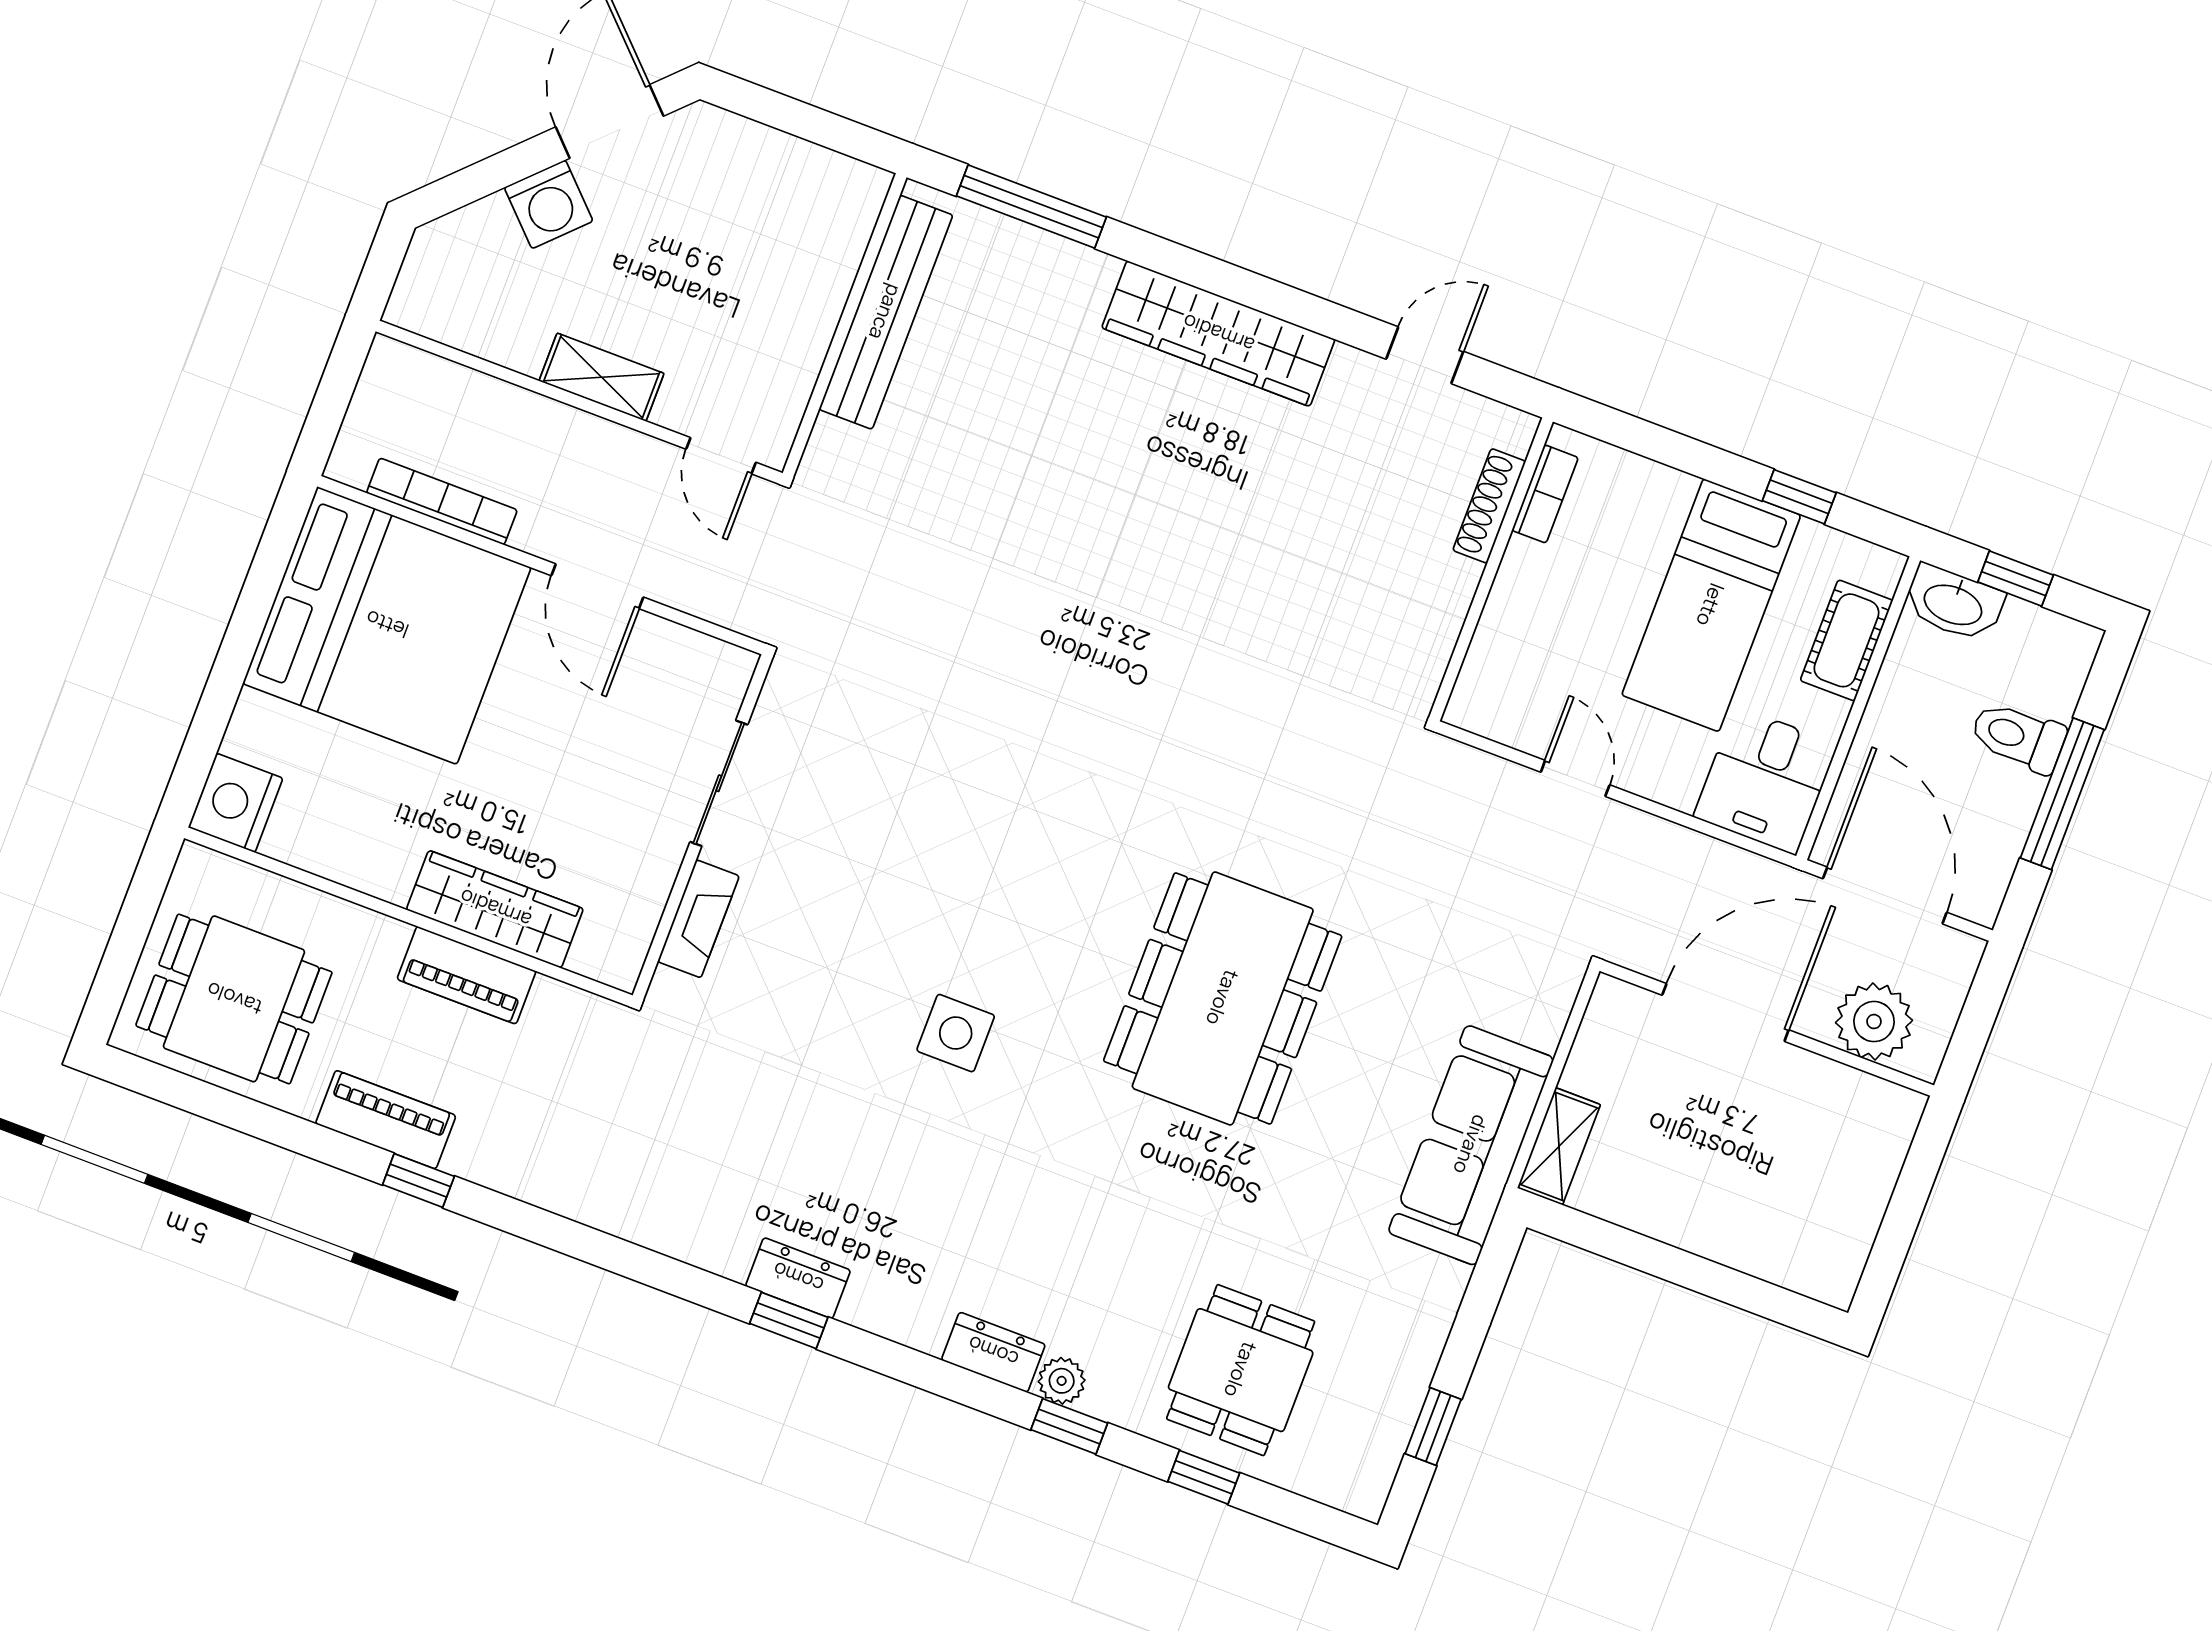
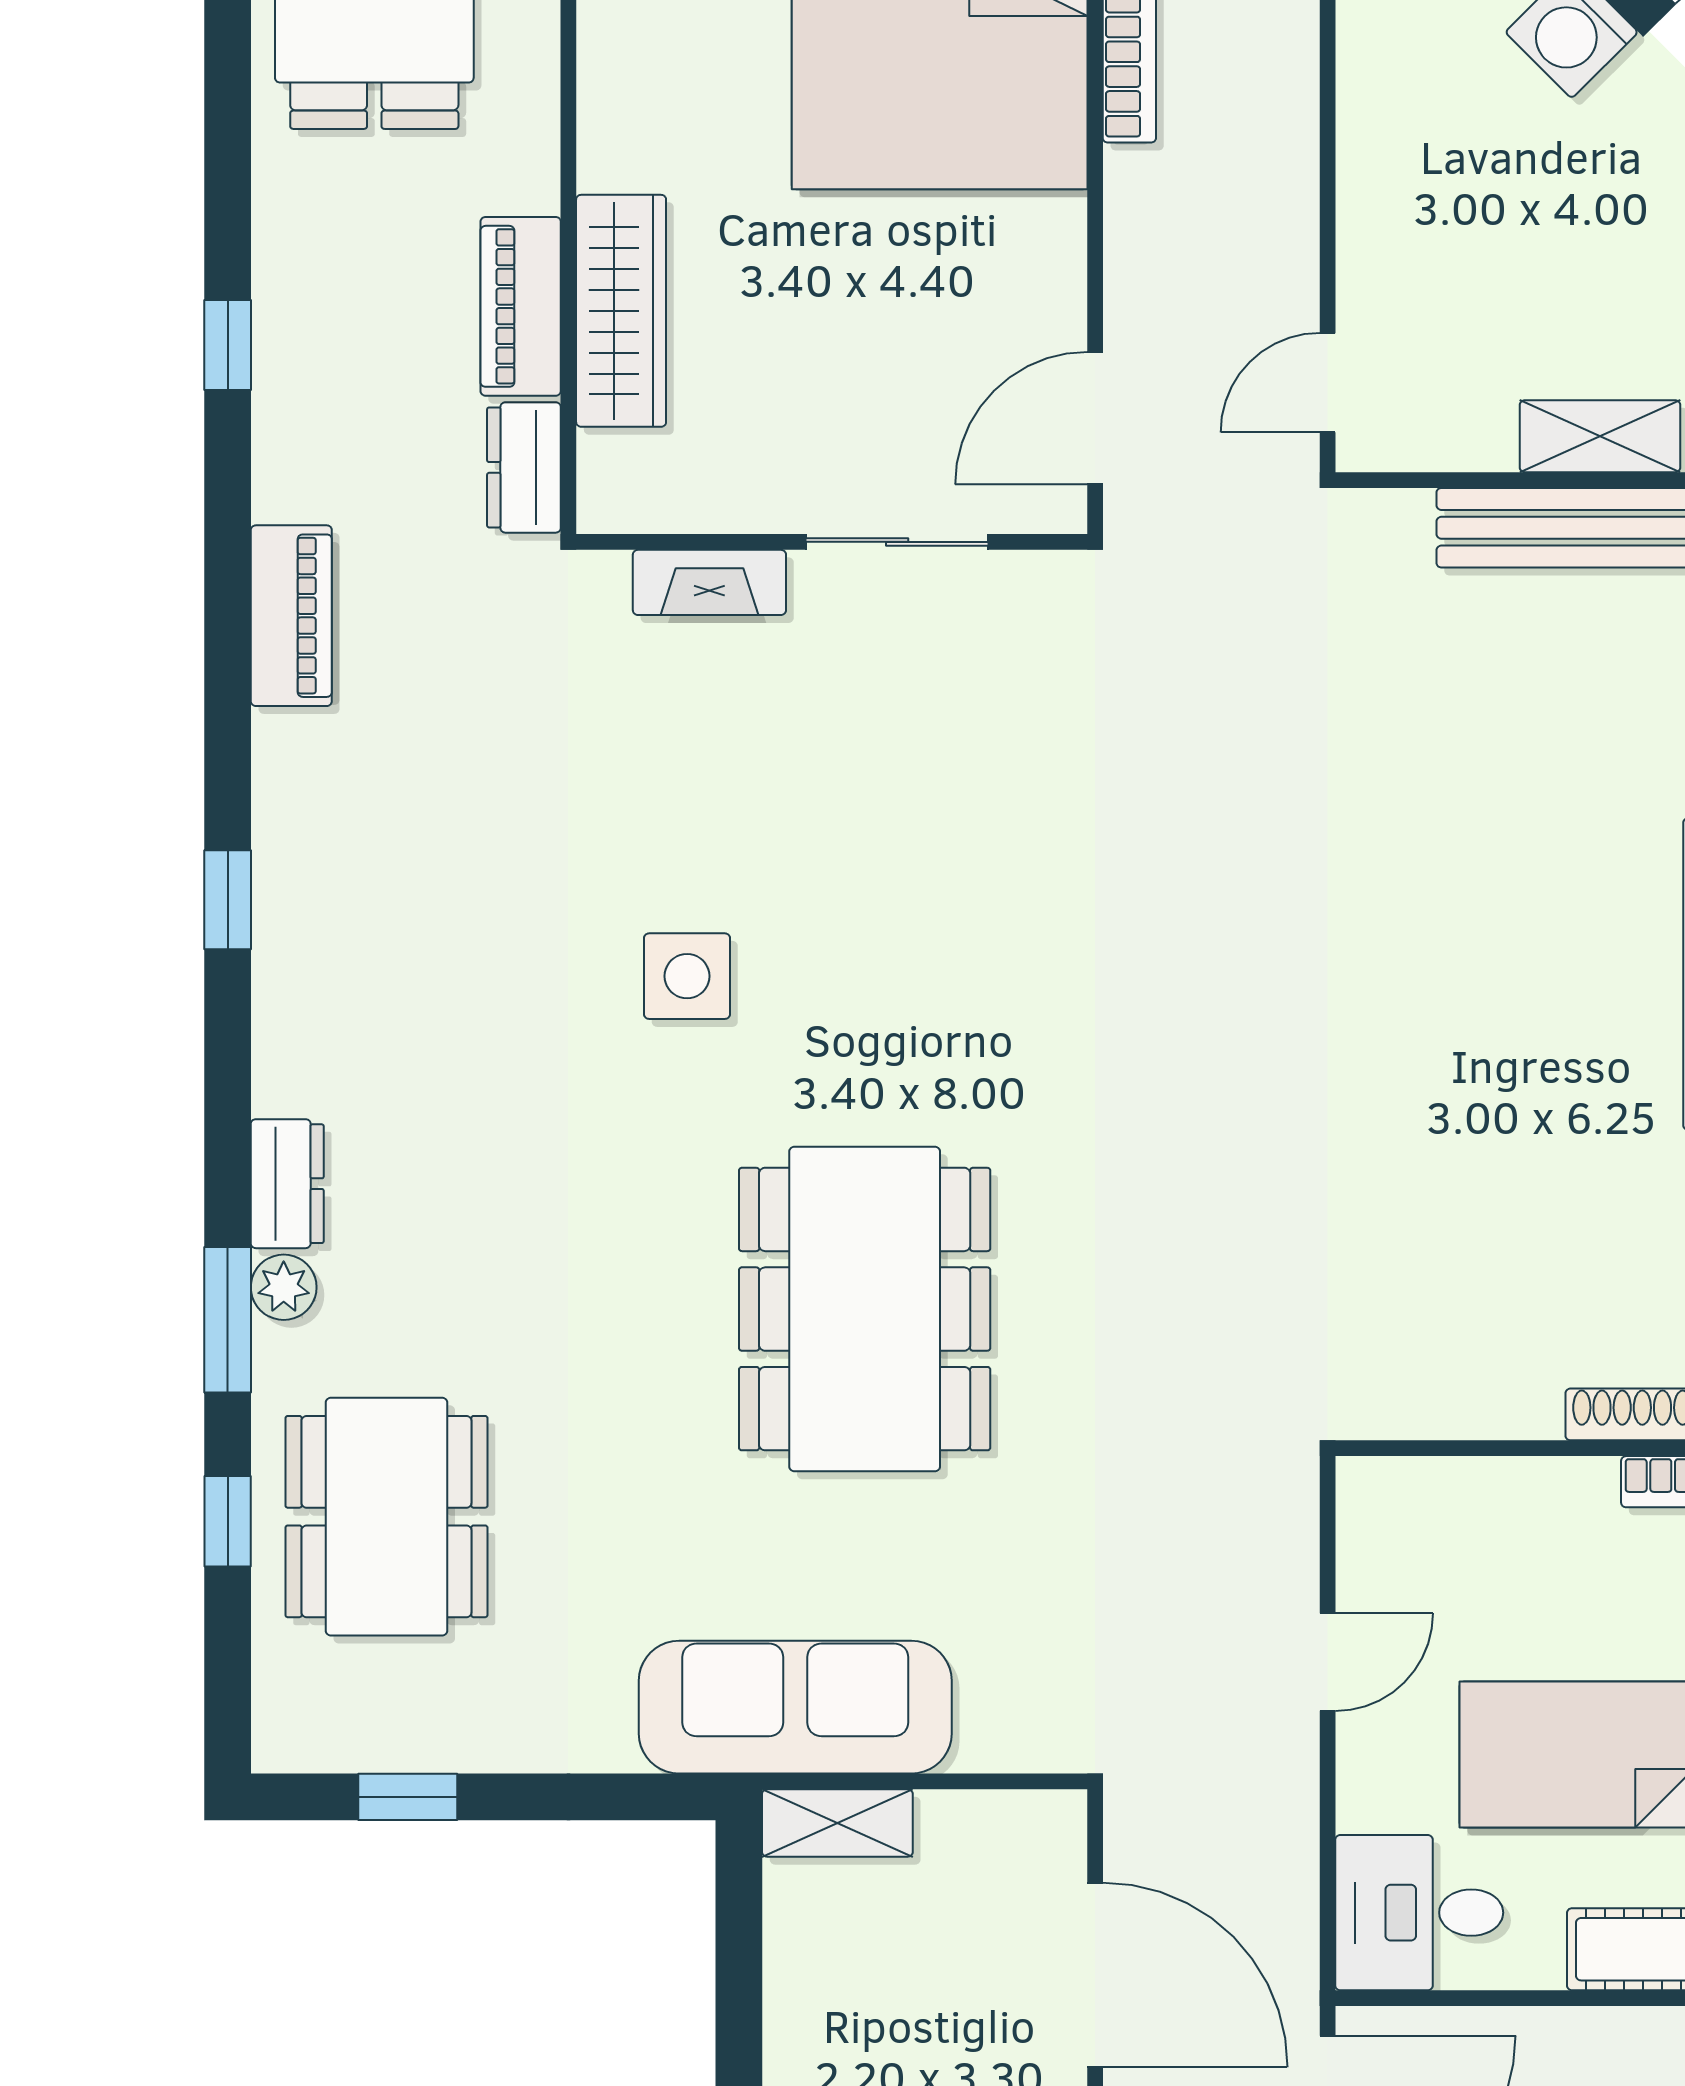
shelving: (602, 377) -> (1600, 436), moved, turned 90
door: (597, 586) -> (1095, 418), moved
dining table: (1223, 998) -> (865, 1309), turned 90
piano: (386, 1120) -> (291, 616), moved
dresser: (798, 1278) -> (524, 467), moved, turned 180
dining table: (1241, 1370) -> (386, 1517), width x1.38
window: (1069, 1426) -> (228, 1320), width x1.50

